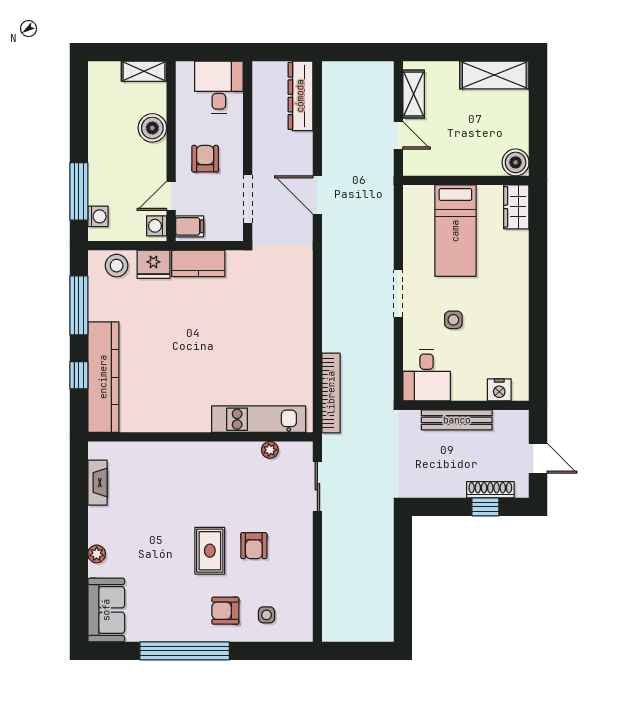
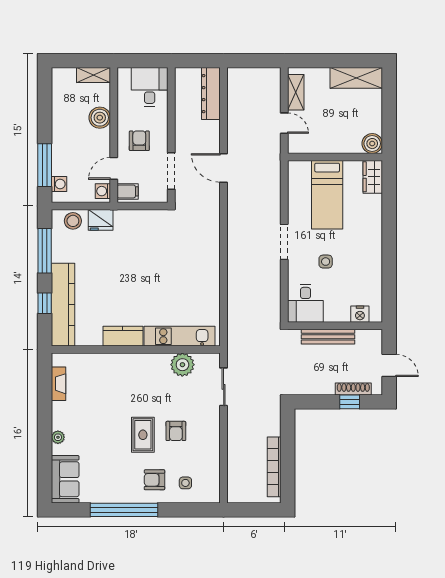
kitchen counter: (198, 263) -> (123, 336), moved, turned 180
bookcase: (331, 393) -> (274, 467), moved, turned 180
plant: (270, 450) -> (182, 365), width x1.88, depth x1.88

